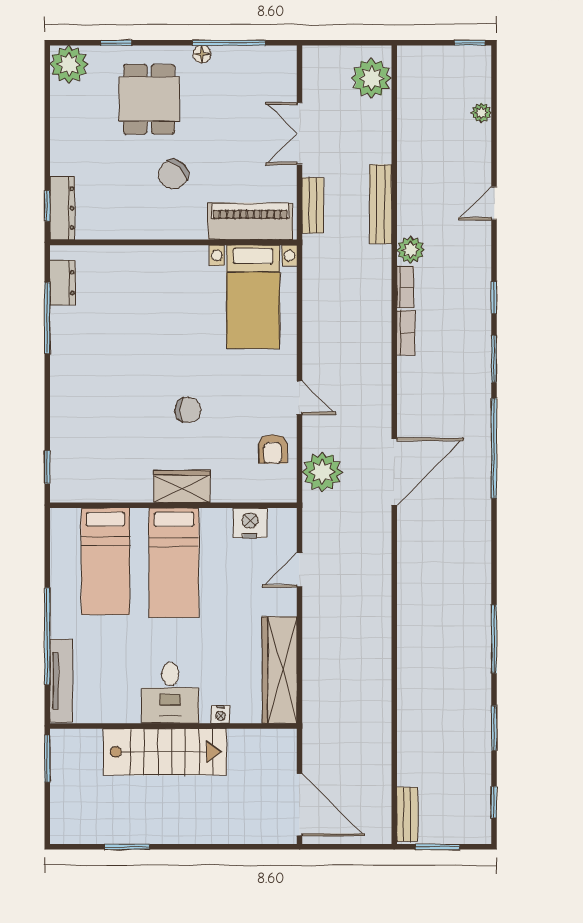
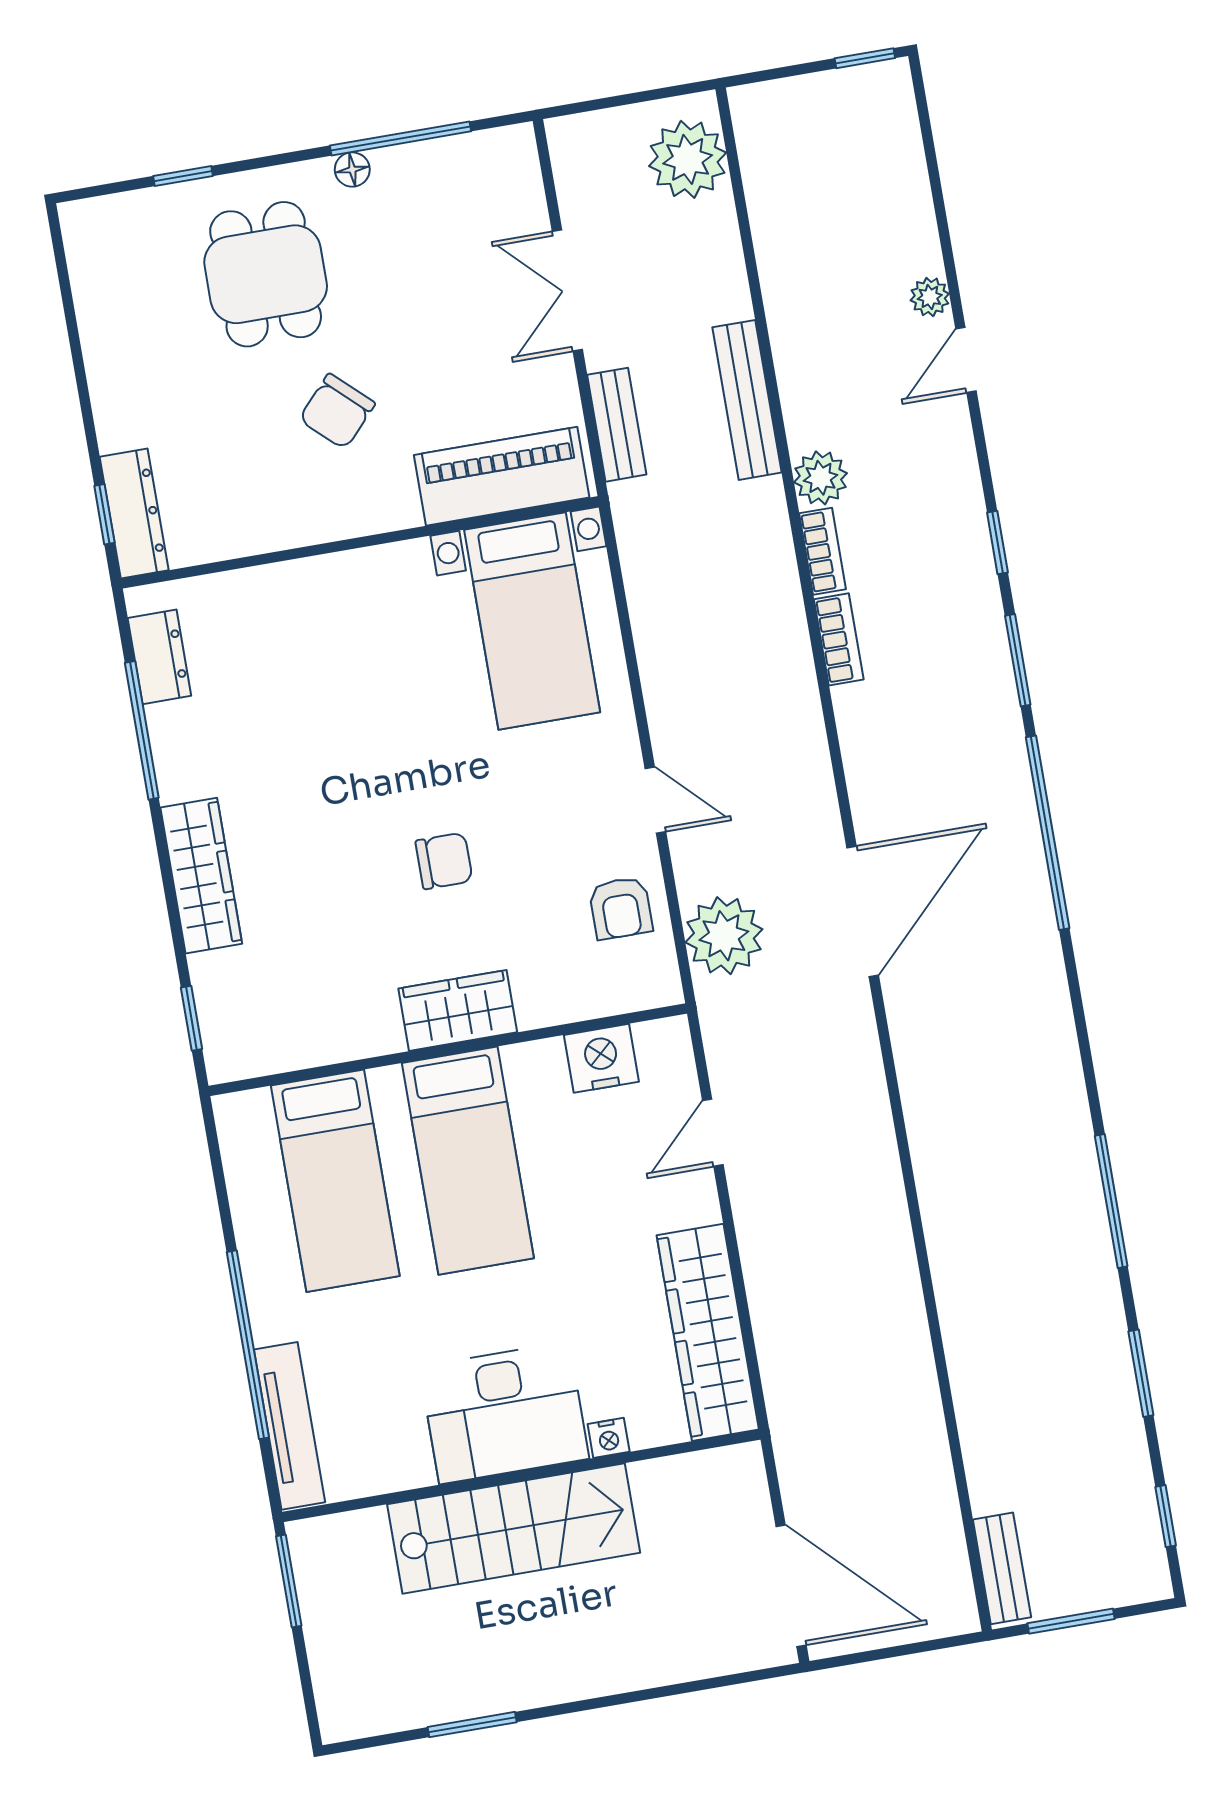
plant: (69, 64) -> (99, 234), removed
plant: (481, 113) -> (930, 297), moved
wardrobe: (65, 396) -> (201, 876), added
desk: (170, 693) -> (504, 1413), width x1.37

